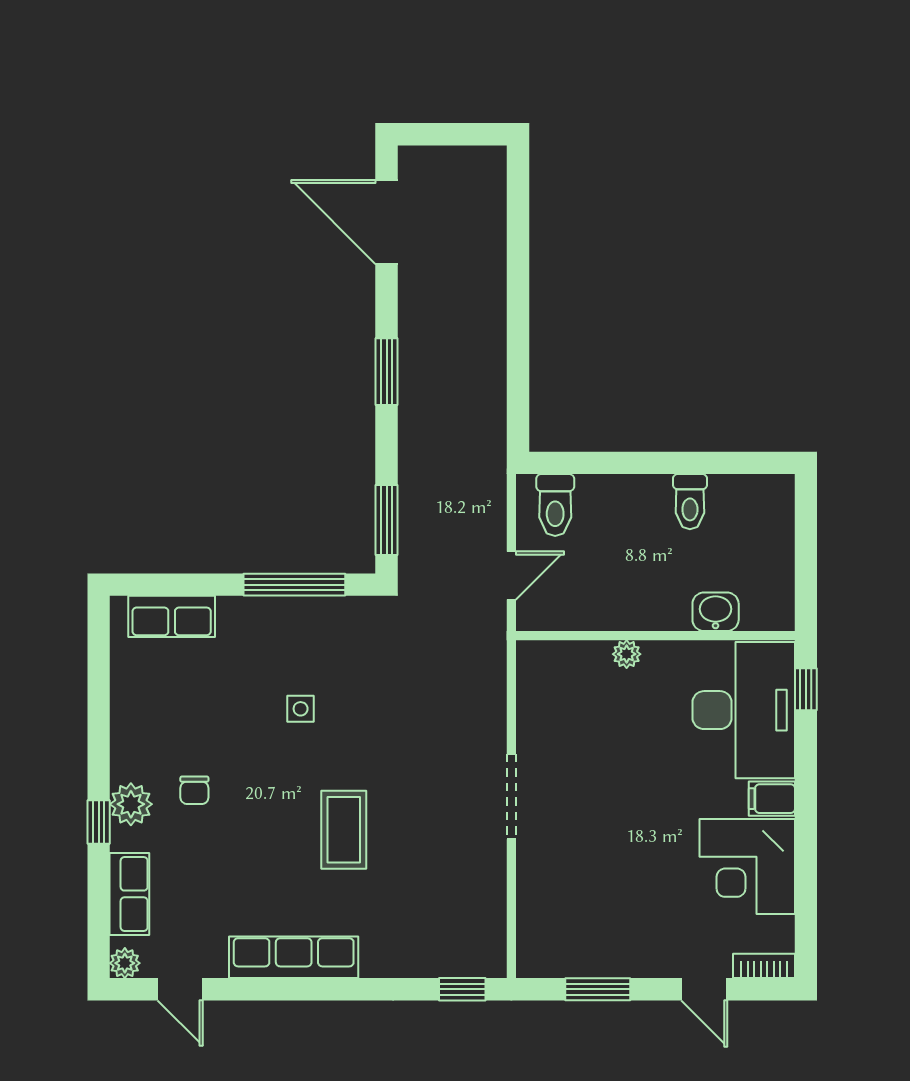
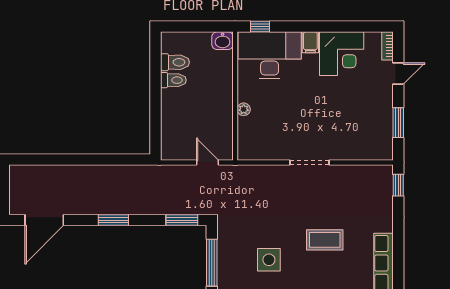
toilet: (555, 505) -> (175, 62), moved
washbasin: (716, 612) -> (223, 41), moved, turned -90
side table: (301, 709) -> (269, 260), width x1.87, depth x1.87

